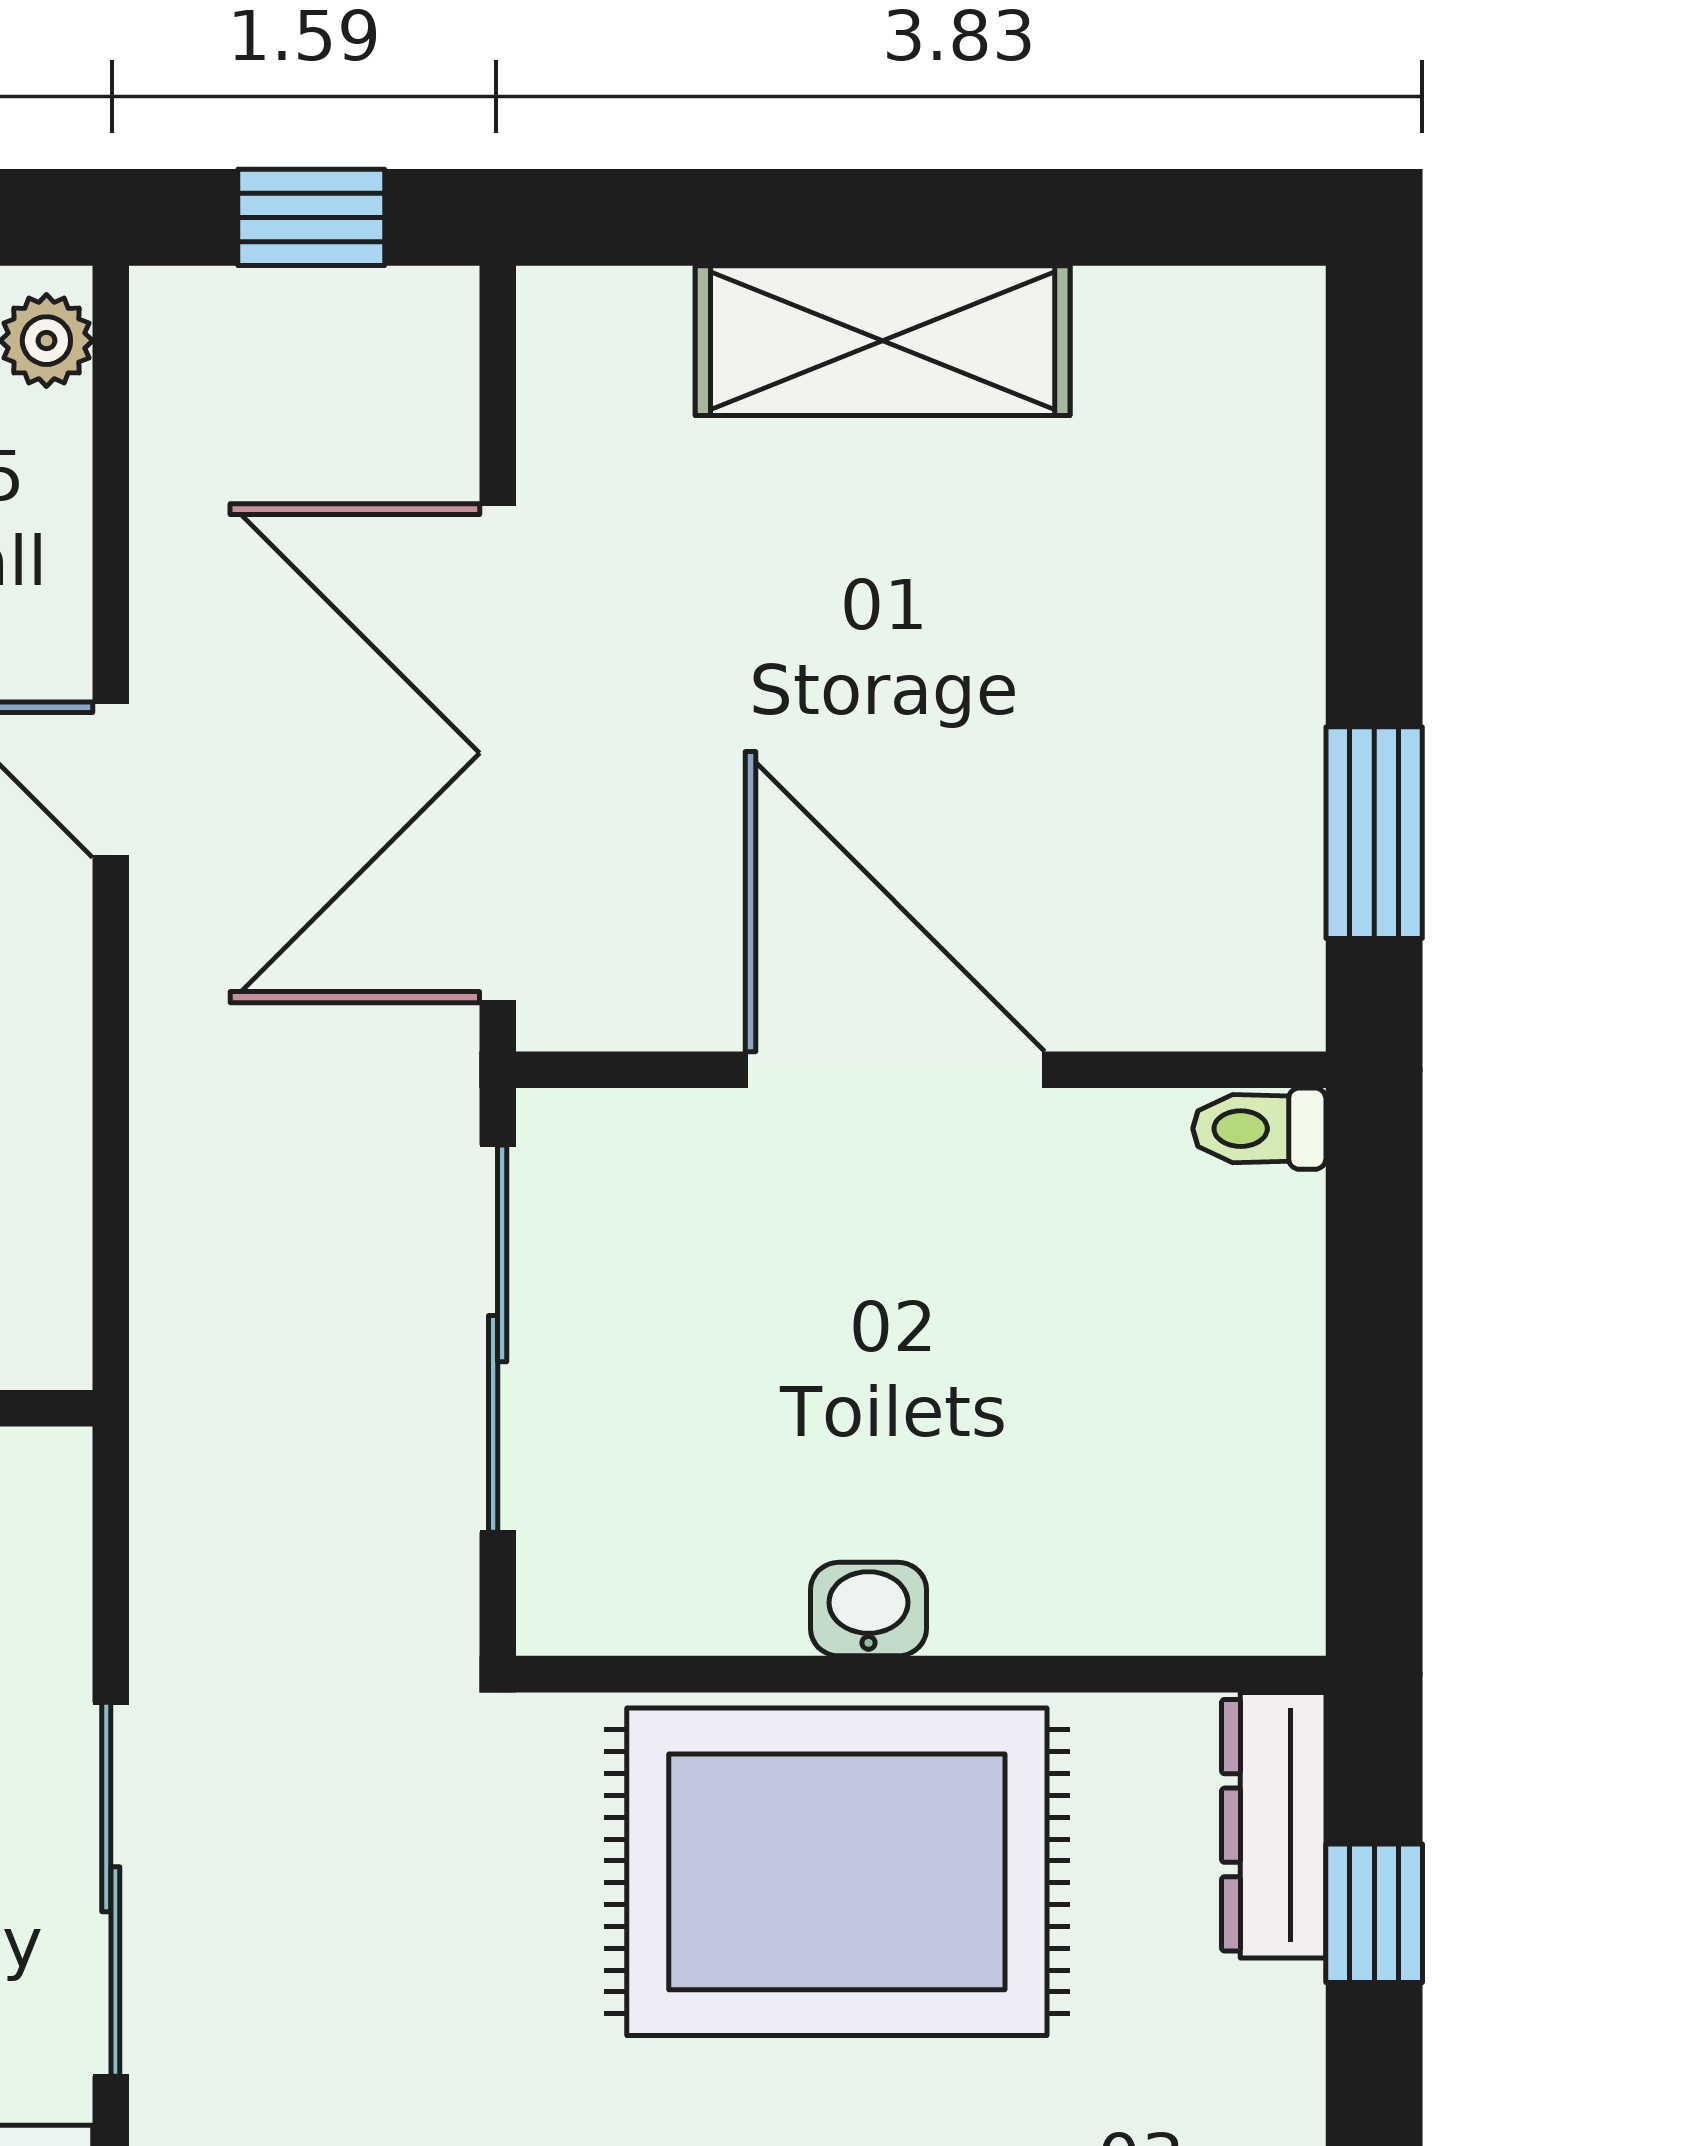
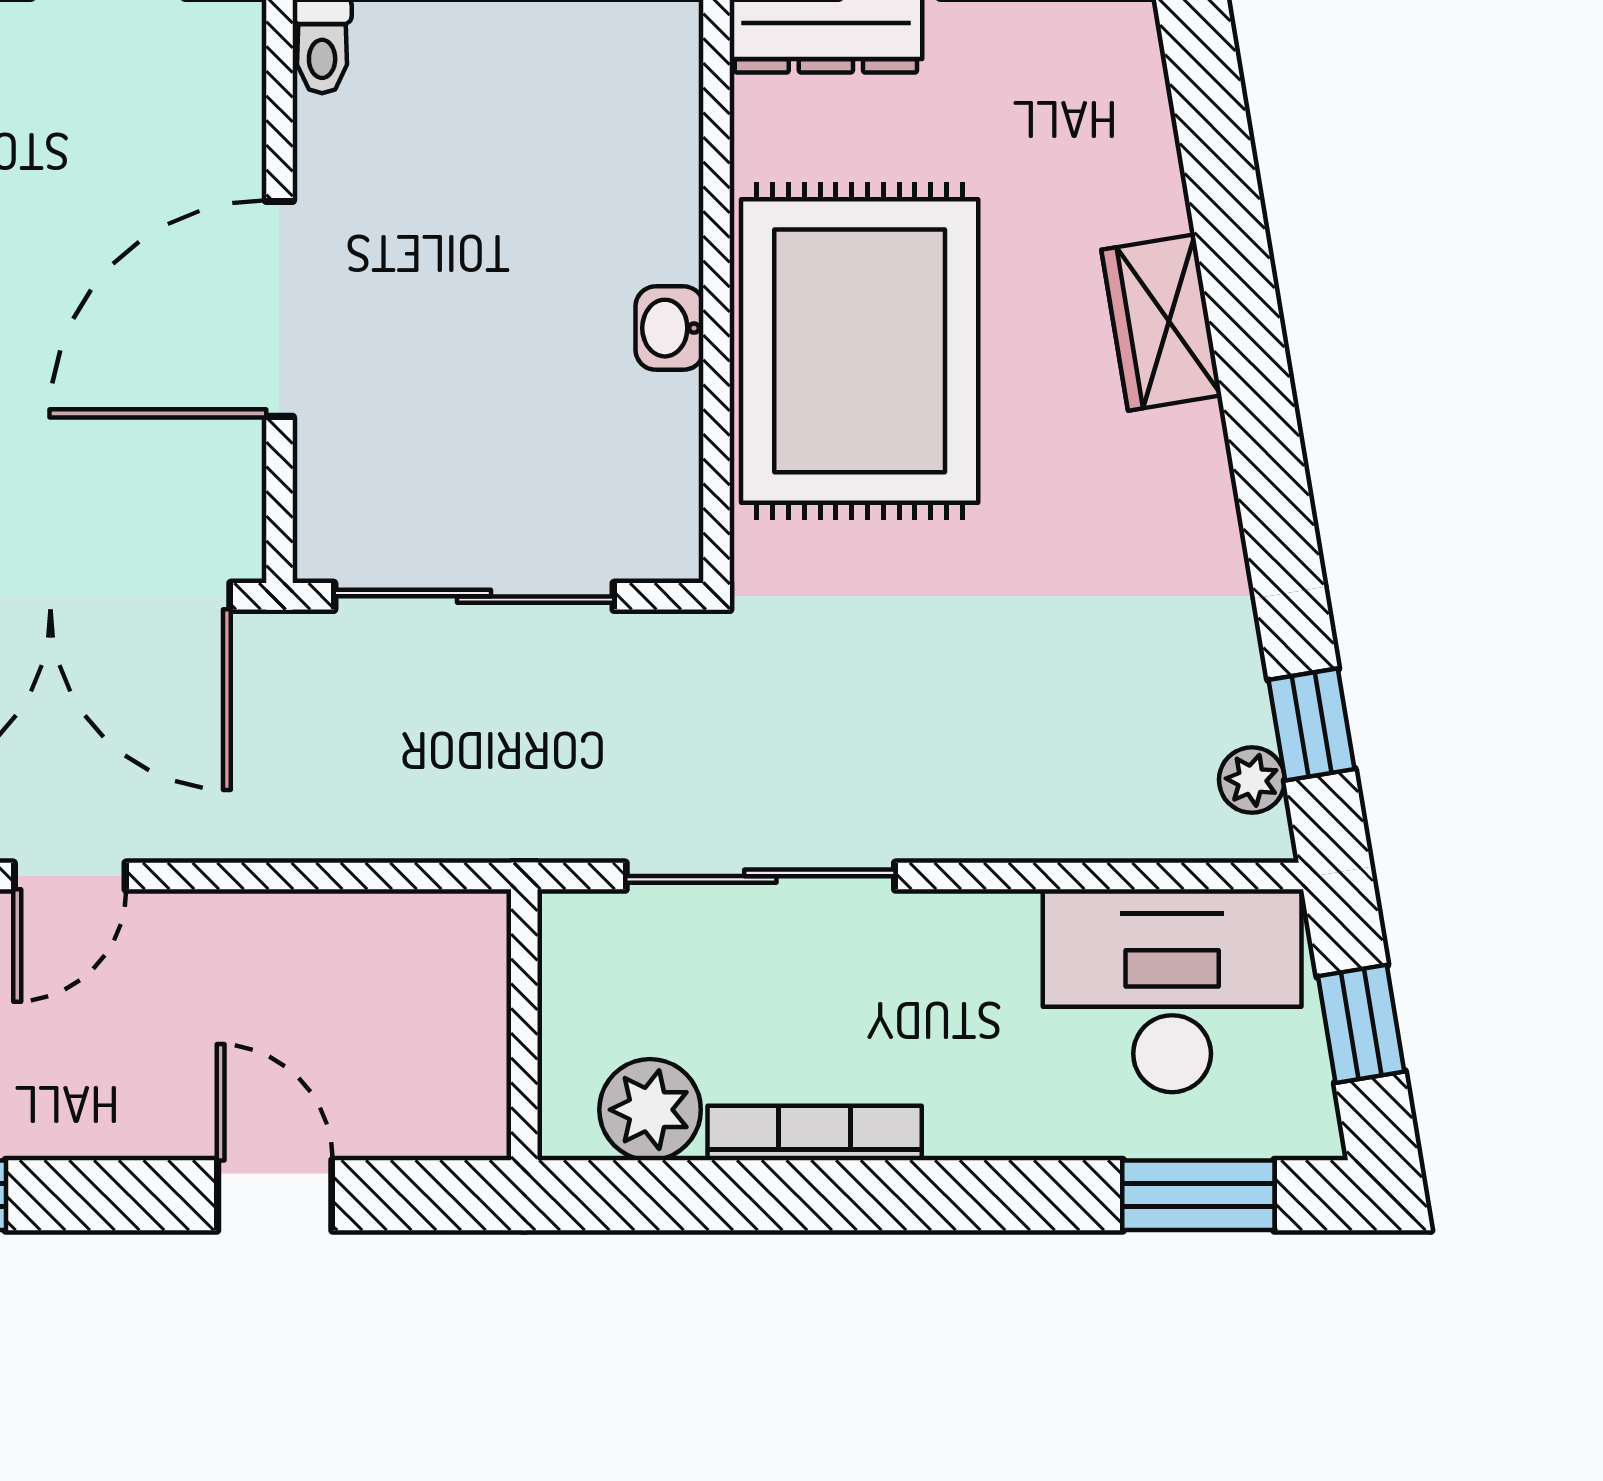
sliding door: (111, 1889) -> (760, 876), moved

